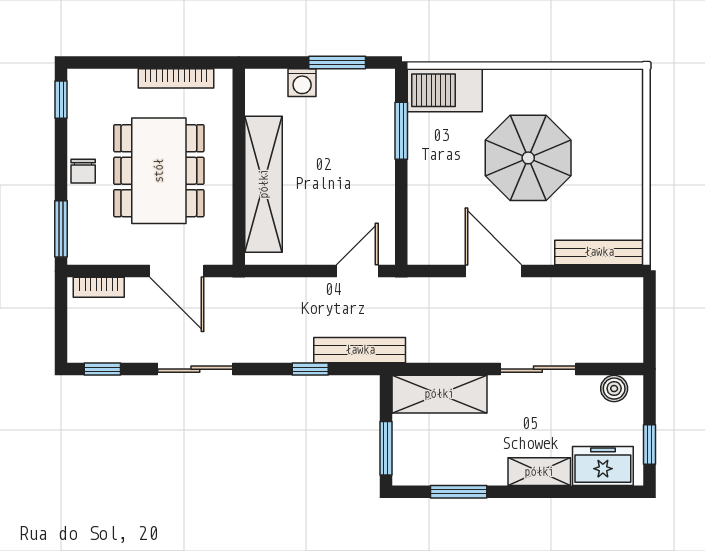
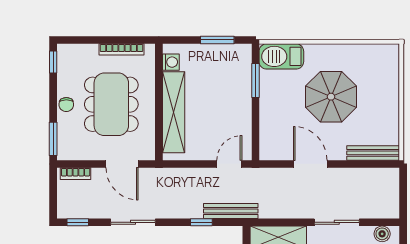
washing machine: (302, 83) -> (171, 62), moved, turned -90

